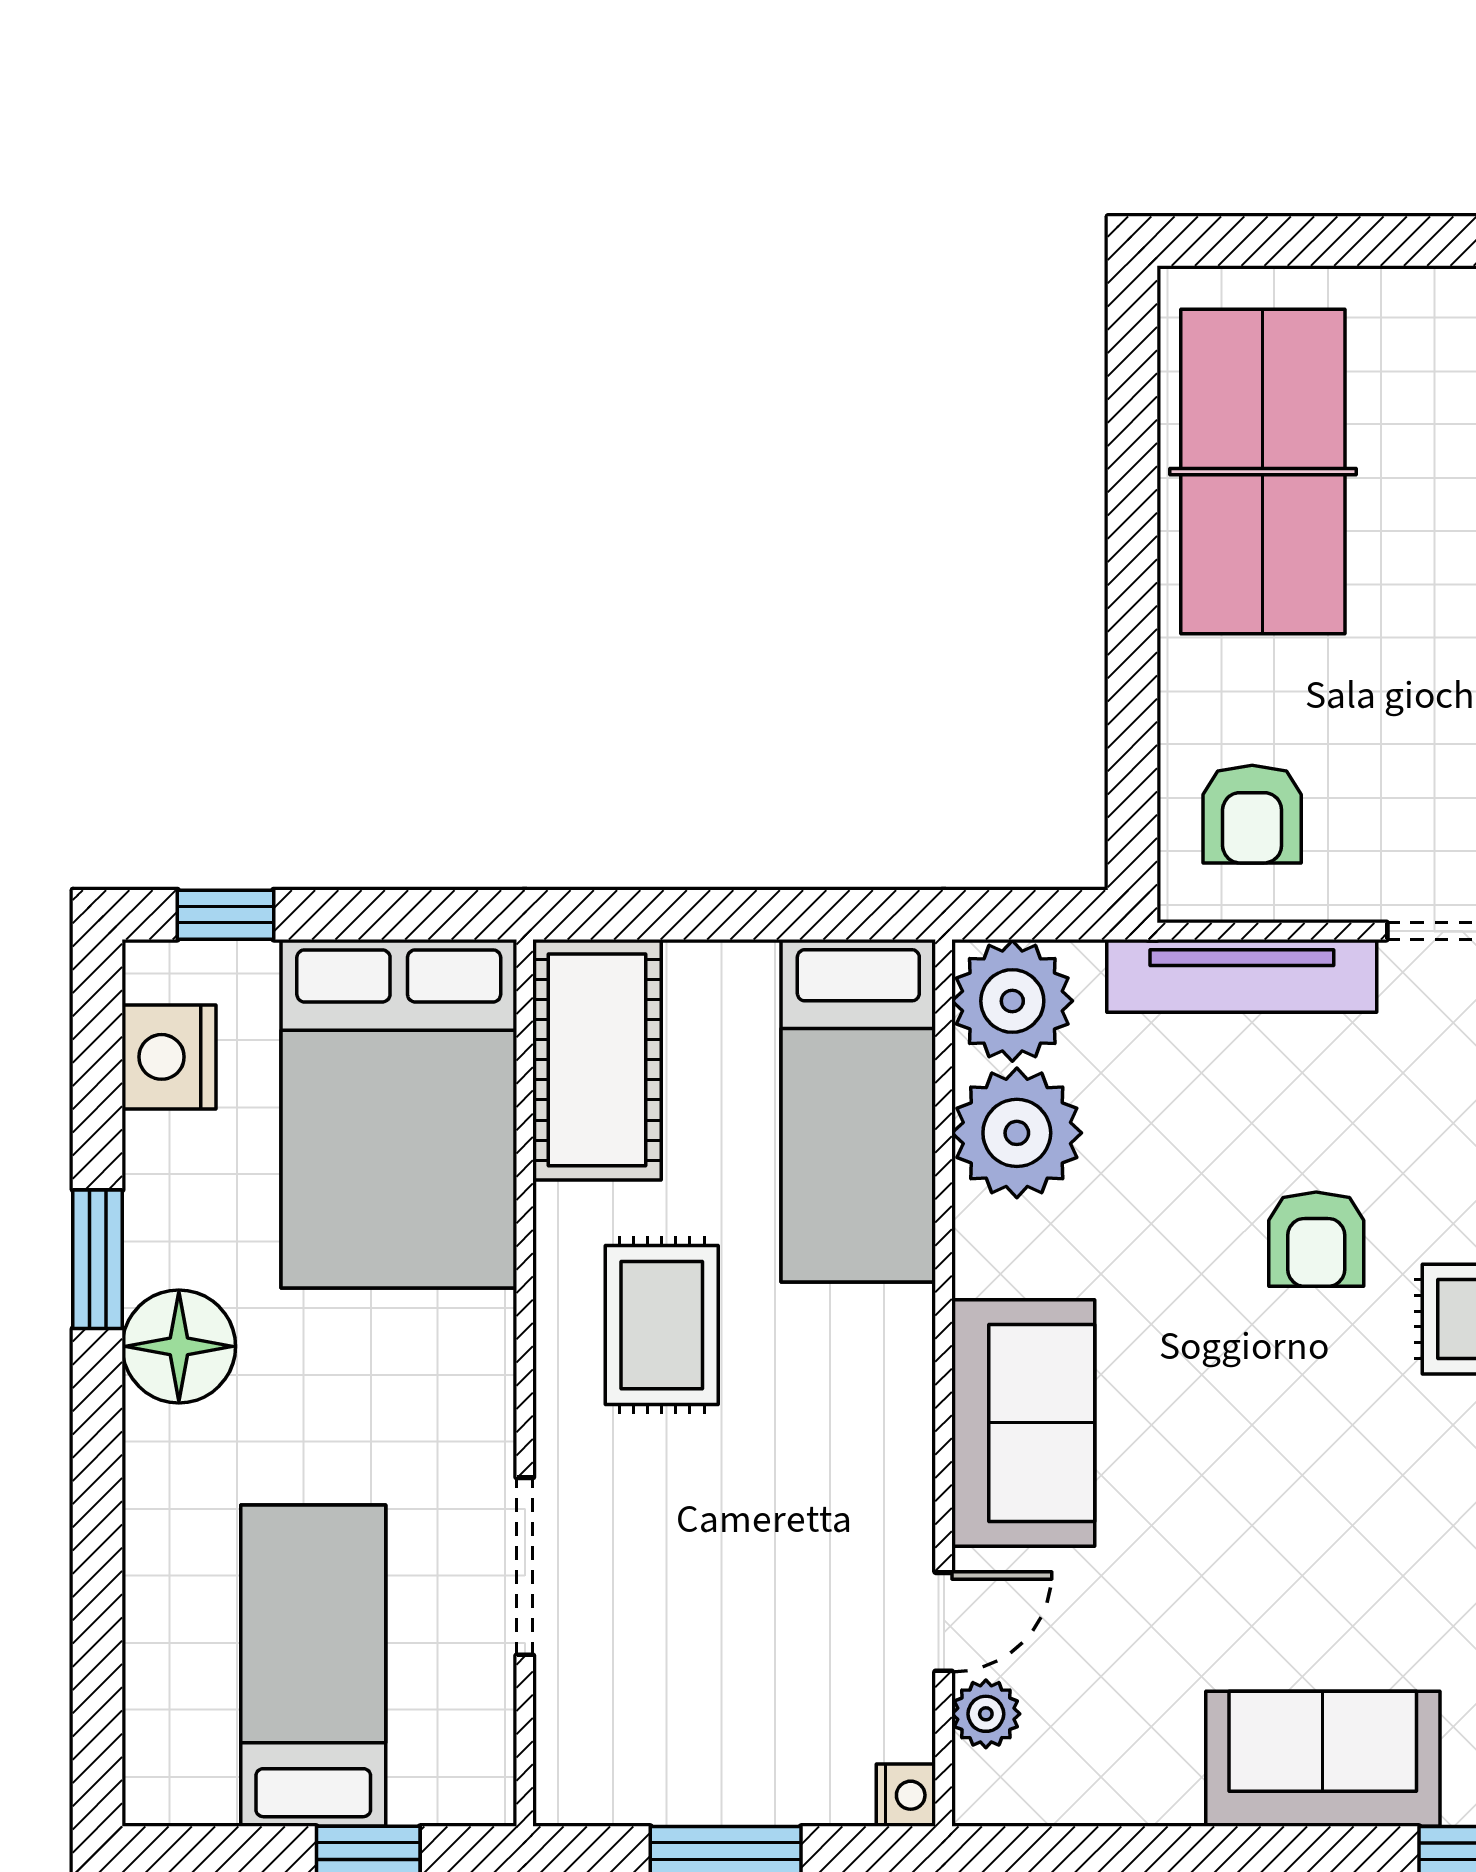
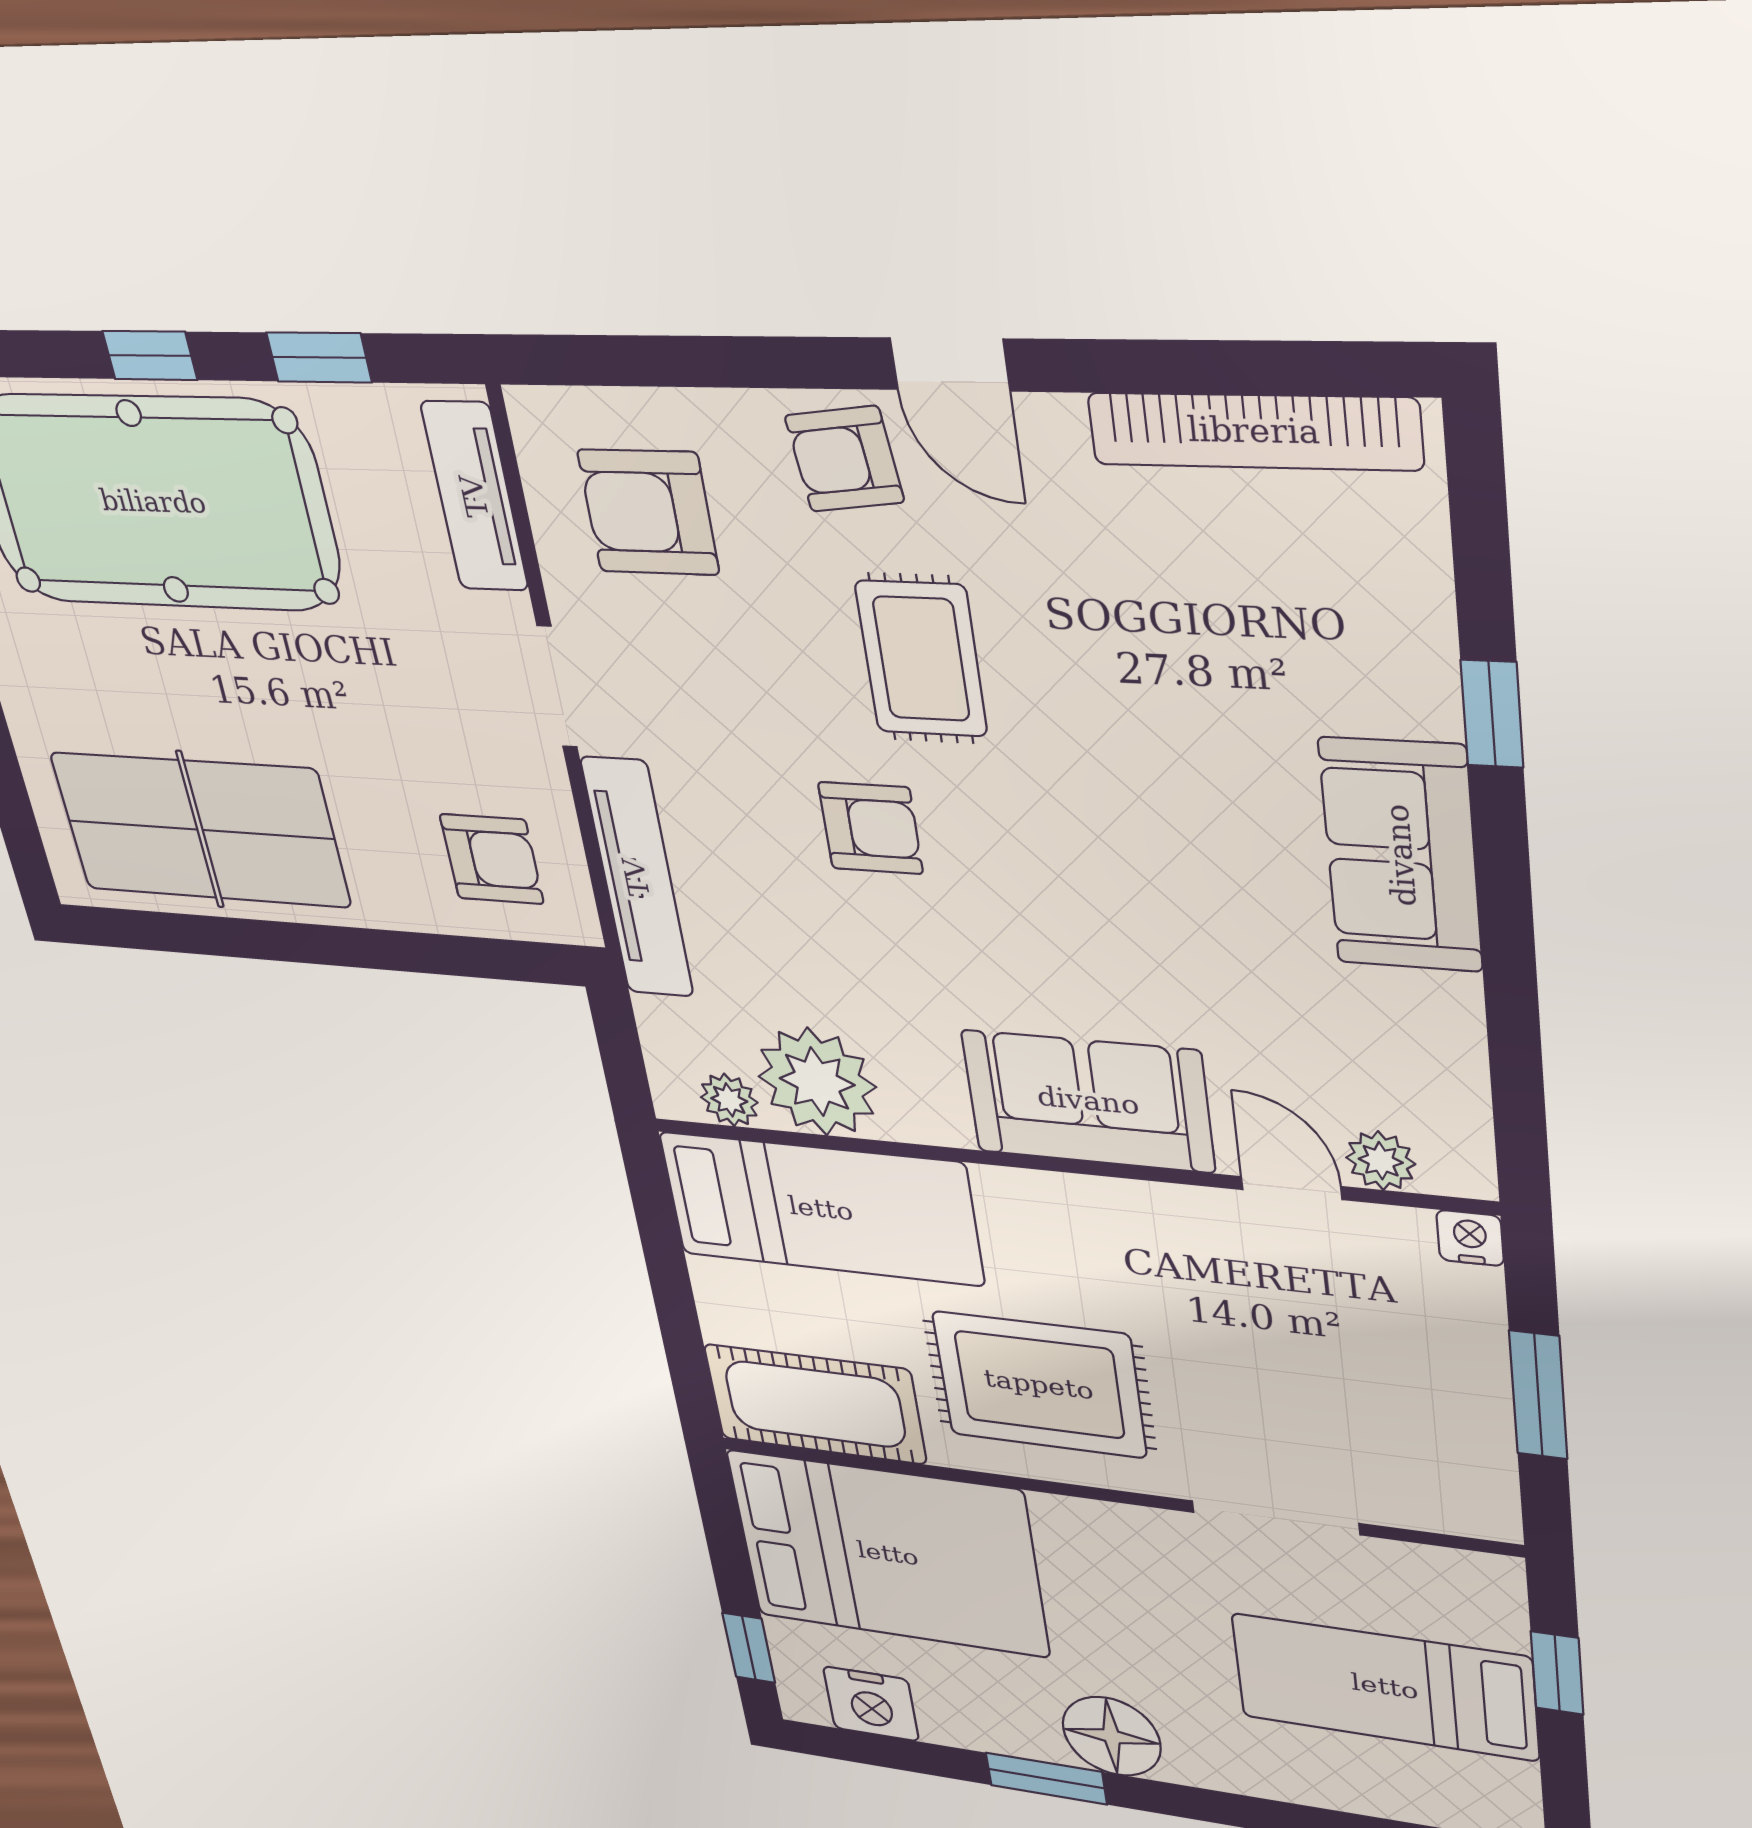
plant: (1012, 1001) -> (729, 1100), width x0.53, depth x0.53
rug: (662, 1325) -> (1039, 1385), width x1.36, depth x1.43

